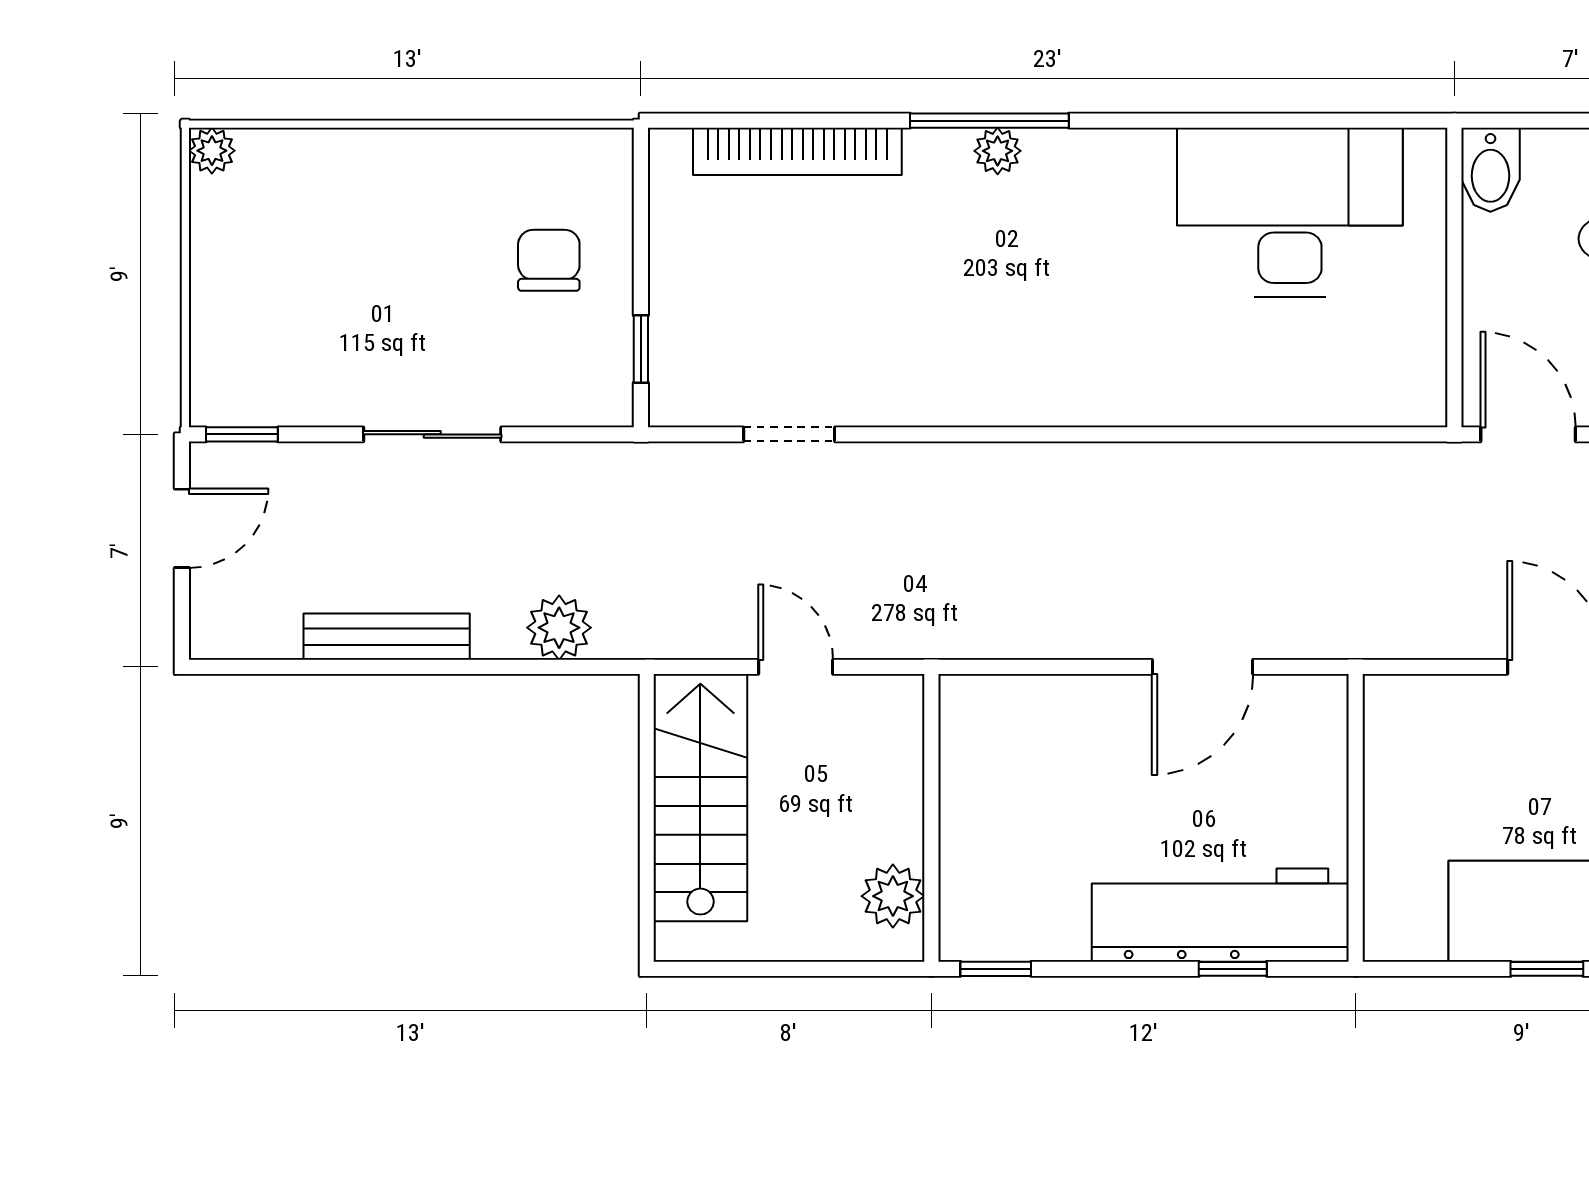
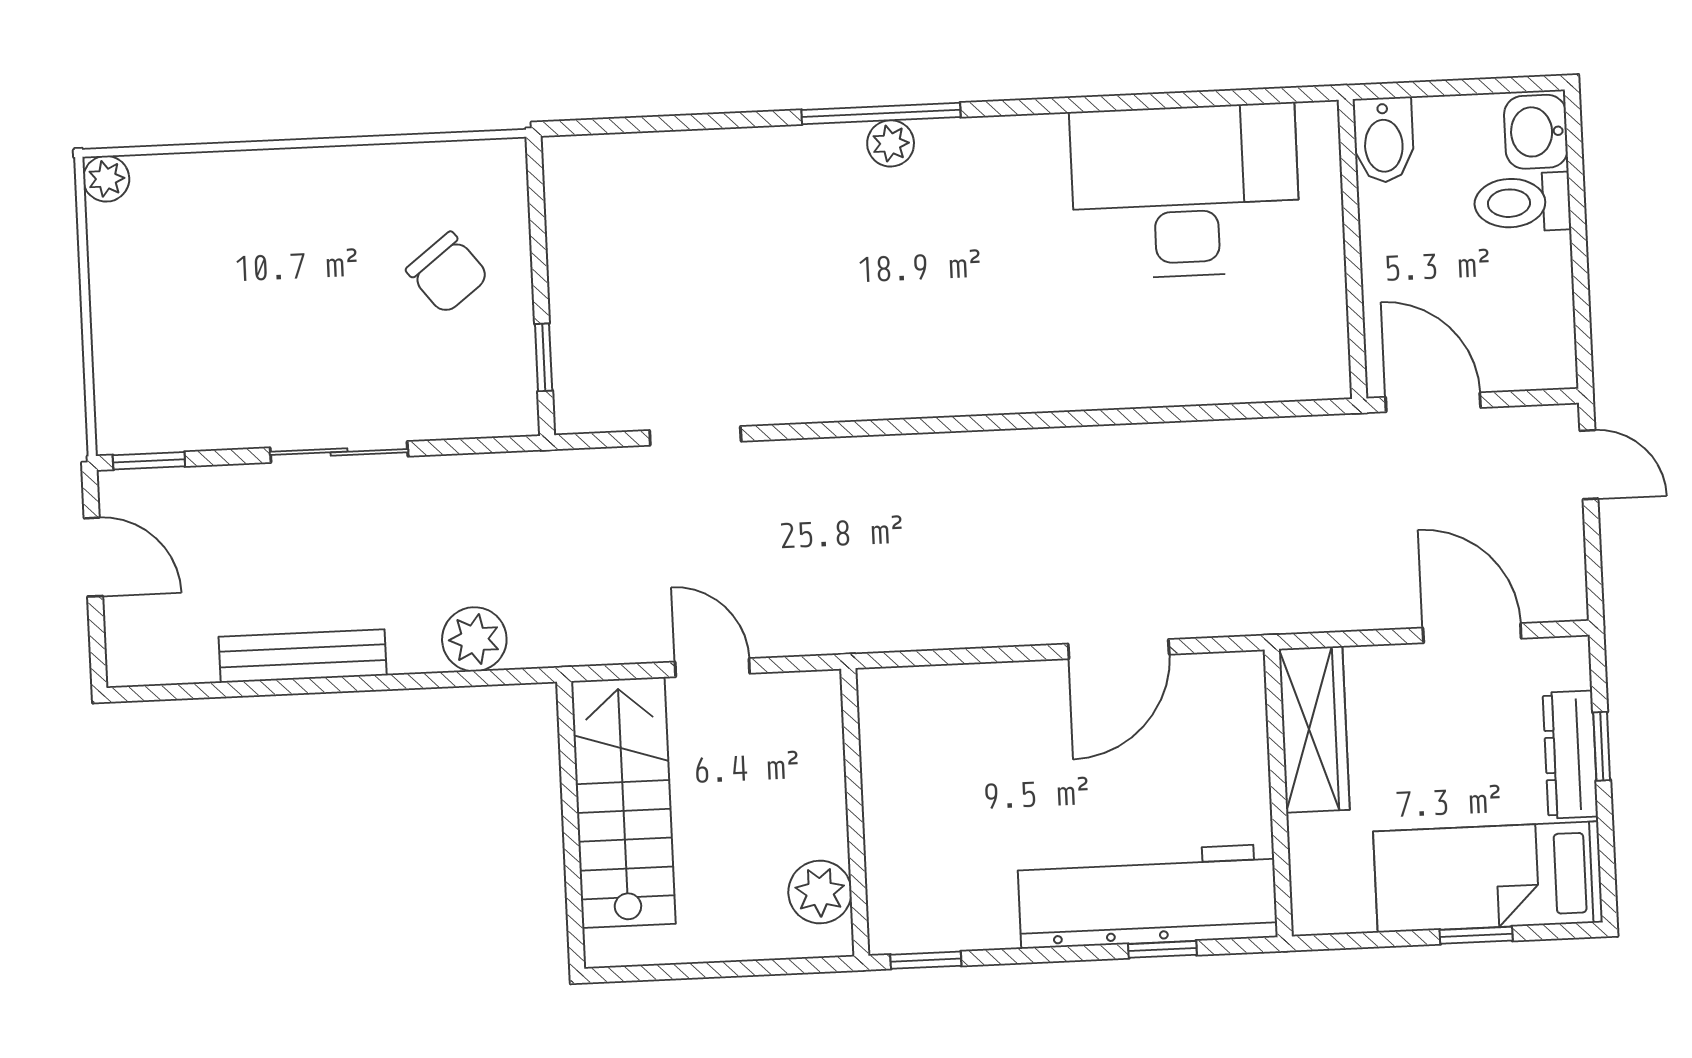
bookcase: (797, 151) -> (691, 153), removed
chair: (549, 260) -> (448, 273), turned 142
door: (182, 528) -> (93, 557), hinge flipped
wardrobe: (1394, 756) -> (1314, 729), added

